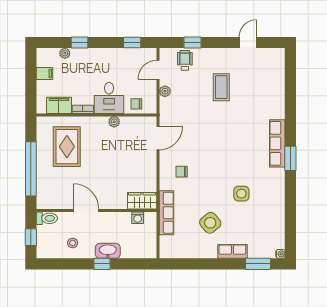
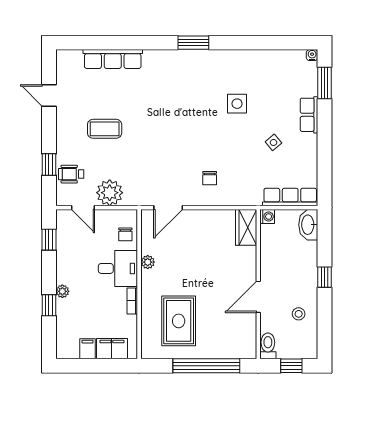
plant: (65, 53) -> (62, 291), moved
plant: (165, 91) -> (110, 193), width x1.87, depth x1.87
filing cabinet: (59, 105) -> (112, 349), moved, turned 90
door: (158, 138) -> (168, 208), swing flipped
row of seats: (277, 143) -> (113, 59), moved
rug: (67, 147) -> (179, 321), turned 90
row of seats: (166, 213) -> (290, 197), moved
washing machine: (138, 218) -> (267, 217), moved
side table: (210, 223) -> (273, 142), width x0.54, depth x0.54
washbasin: (108, 251) -> (308, 225), moved

